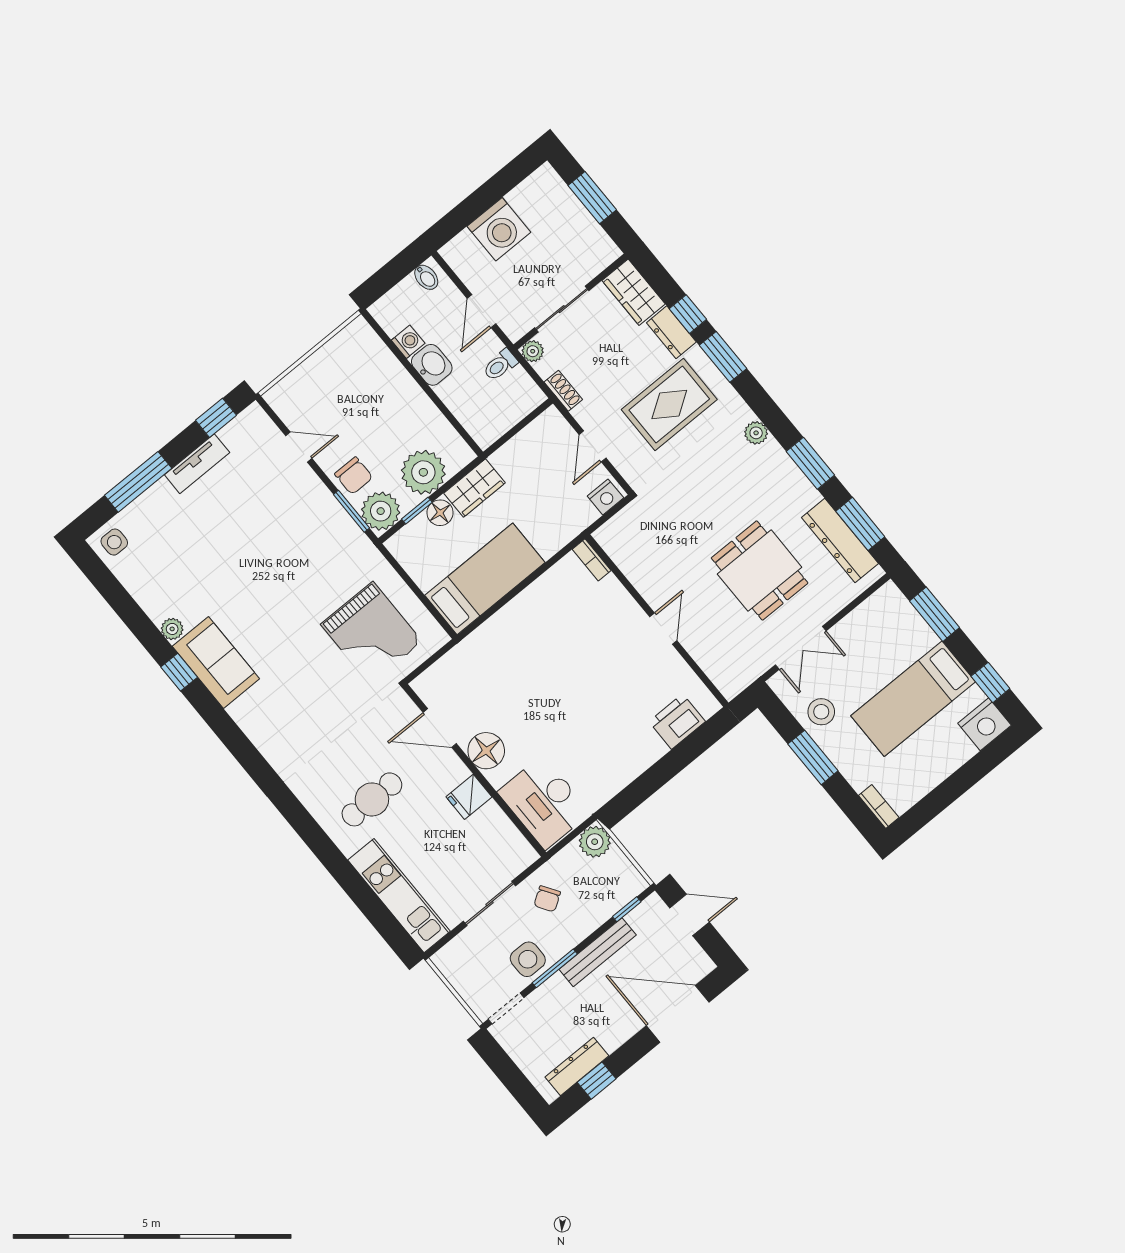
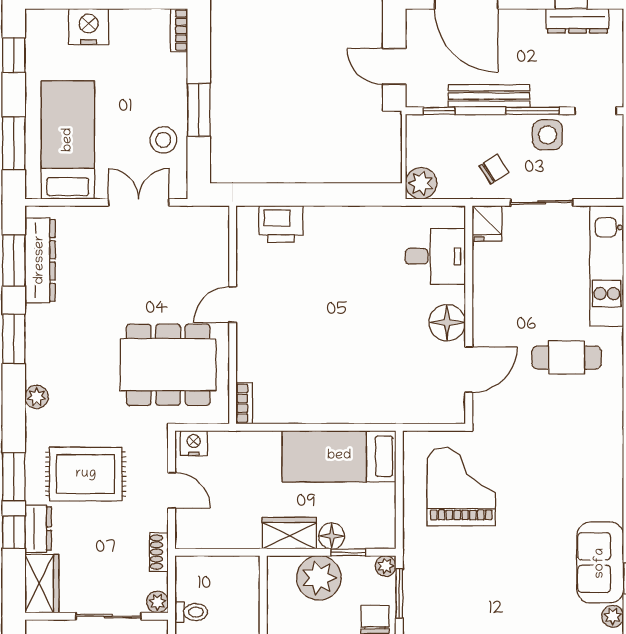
door: (593, 446) -> (172, 490), hinge flipped
plant: (381, 511) -> (386, 566), width x0.53, depth x0.53
dining table: (760, 571) -> (168, 365), moved, width x1.38
bed: (913, 699) -> (68, 140), moved, turned -90
nightstand: (984, 724) -> (89, 27), moved
door: (440, 728) -> (469, 370), hinge flipped
fridge: (469, 797) -> (487, 223), moved, turned 90
desk: (544, 802) -> (435, 256), width x0.73

